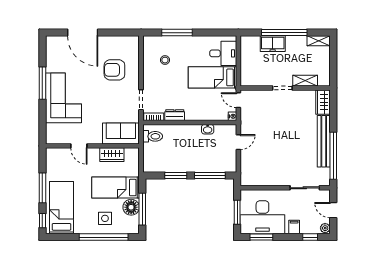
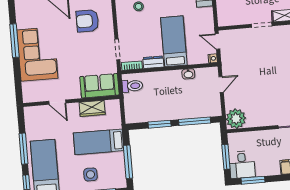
bed: (212, 77) -> (174, 41), moved, turned 90
plant: (250, 176) -> (236, 119), added
floor lamp: (131, 207) -> (116, 161), removed
desk: (262, 217) -> (242, 165), width x0.53, depth x0.77

